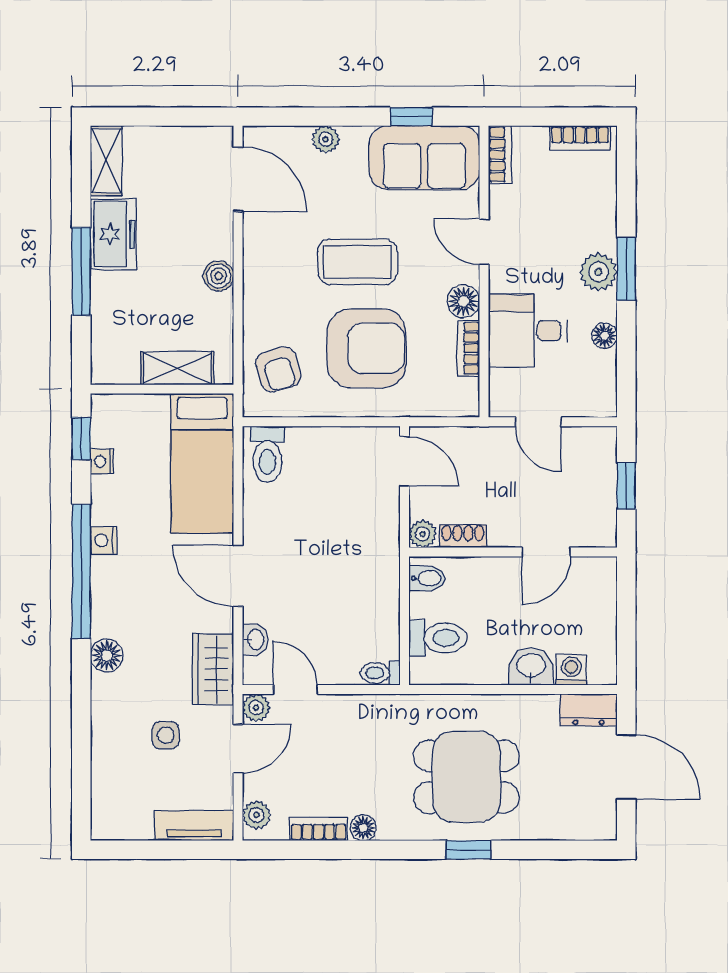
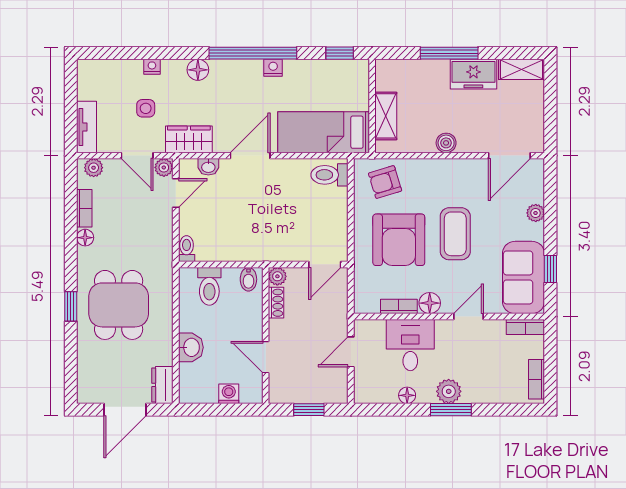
nightstand: (102, 461) -> (152, 67), moved
washing machine: (571, 670) -> (229, 394), moved, turned -90

